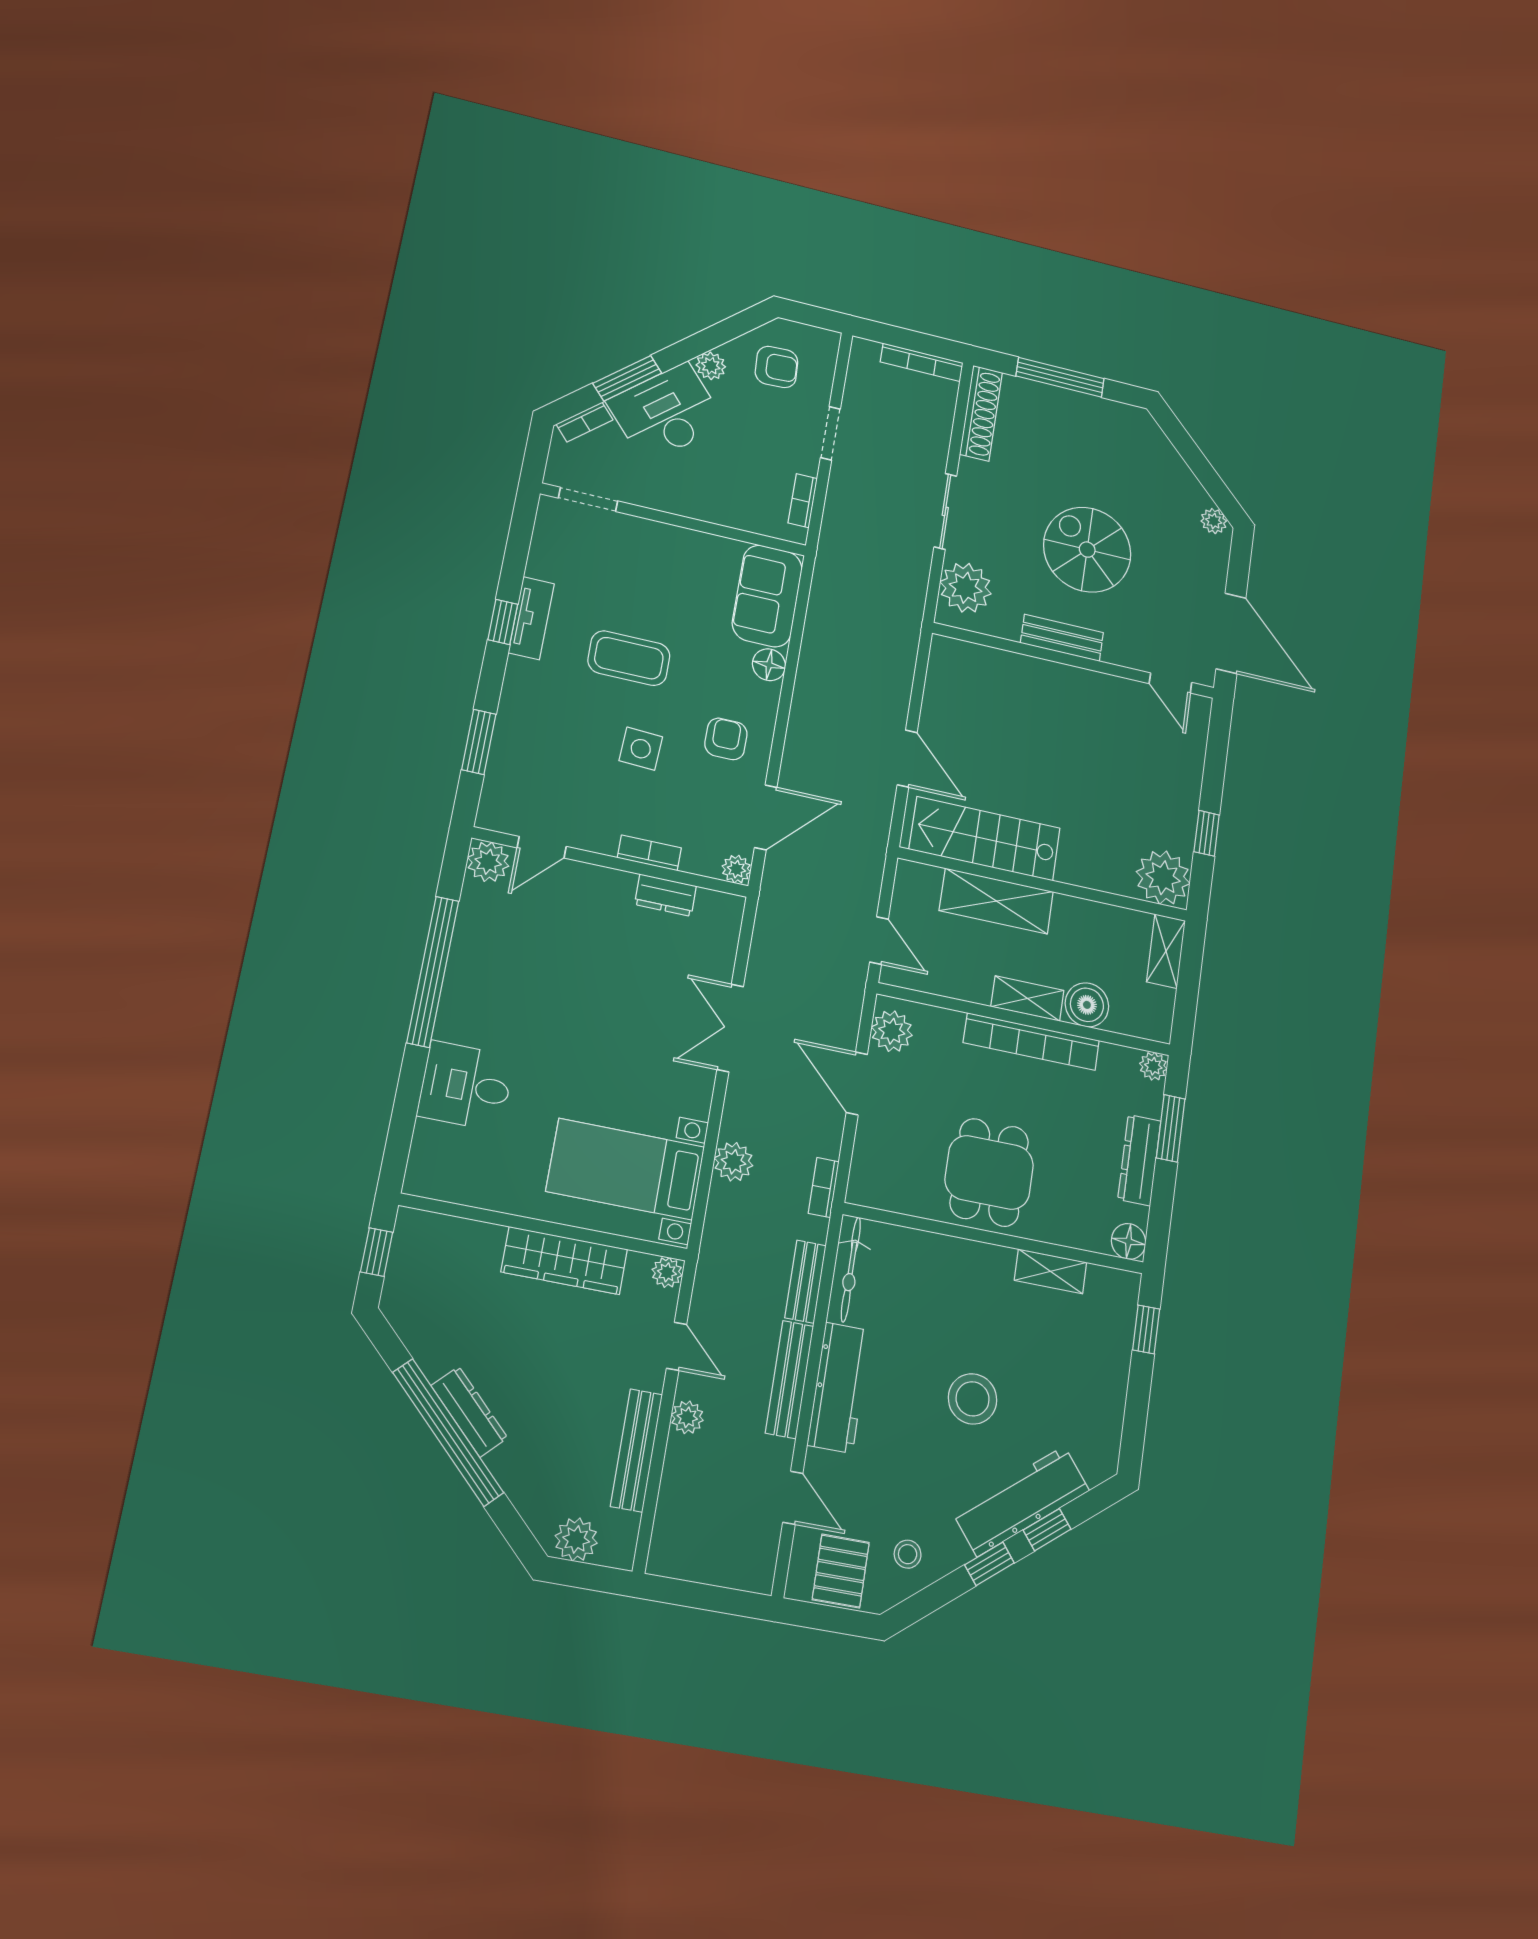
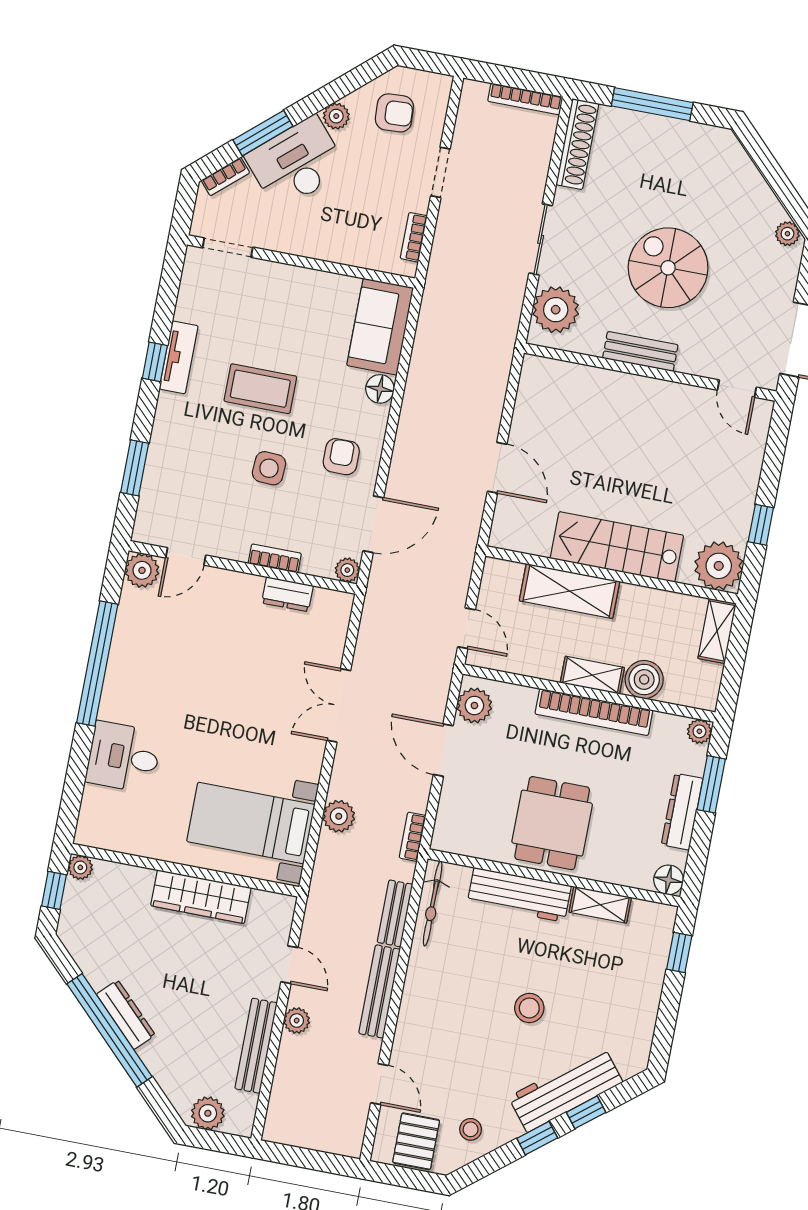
stairs: (985, 839) -> (617, 547), moved
plant: (667, 1272) -> (80, 867), moved
workbench: (839, 1388) -> (519, 895), moved, turned 90
stool: (973, 1399) -> (529, 1008), width x0.73, depth x0.73

